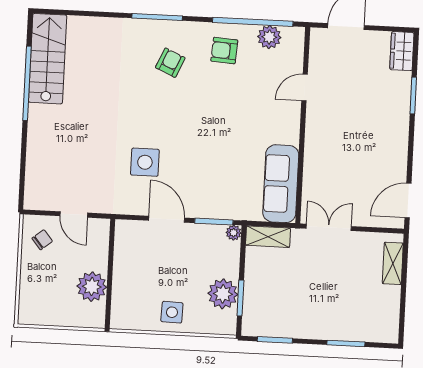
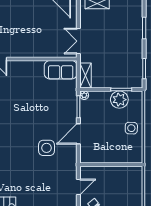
sofa: (281, 184) -> (61, 70), width x0.73
plant: (92, 287) -> (119, 175), removed

